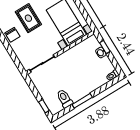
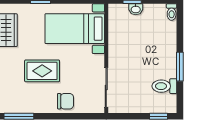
chair: (12, 35) -> (65, 101), moved

